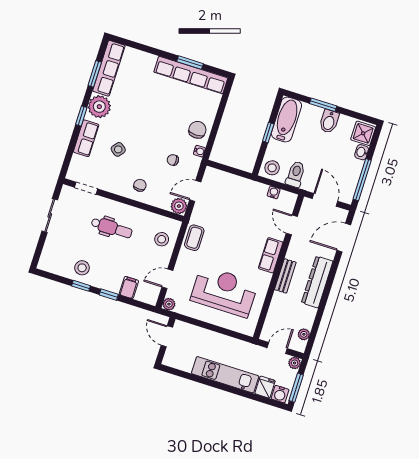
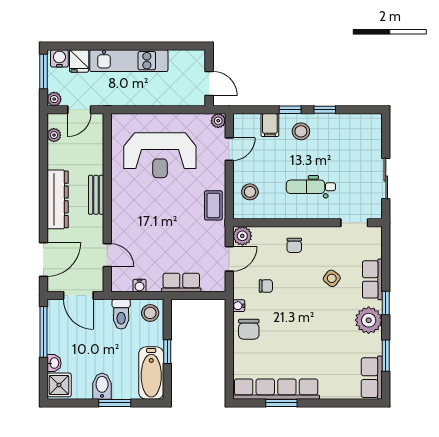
row of seats: (109, 68) -> (372, 378), width x0.68
row of seats: (271, 255) -> (181, 283), moved, turned -90
stool: (82, 268) -> (301, 131), moved

